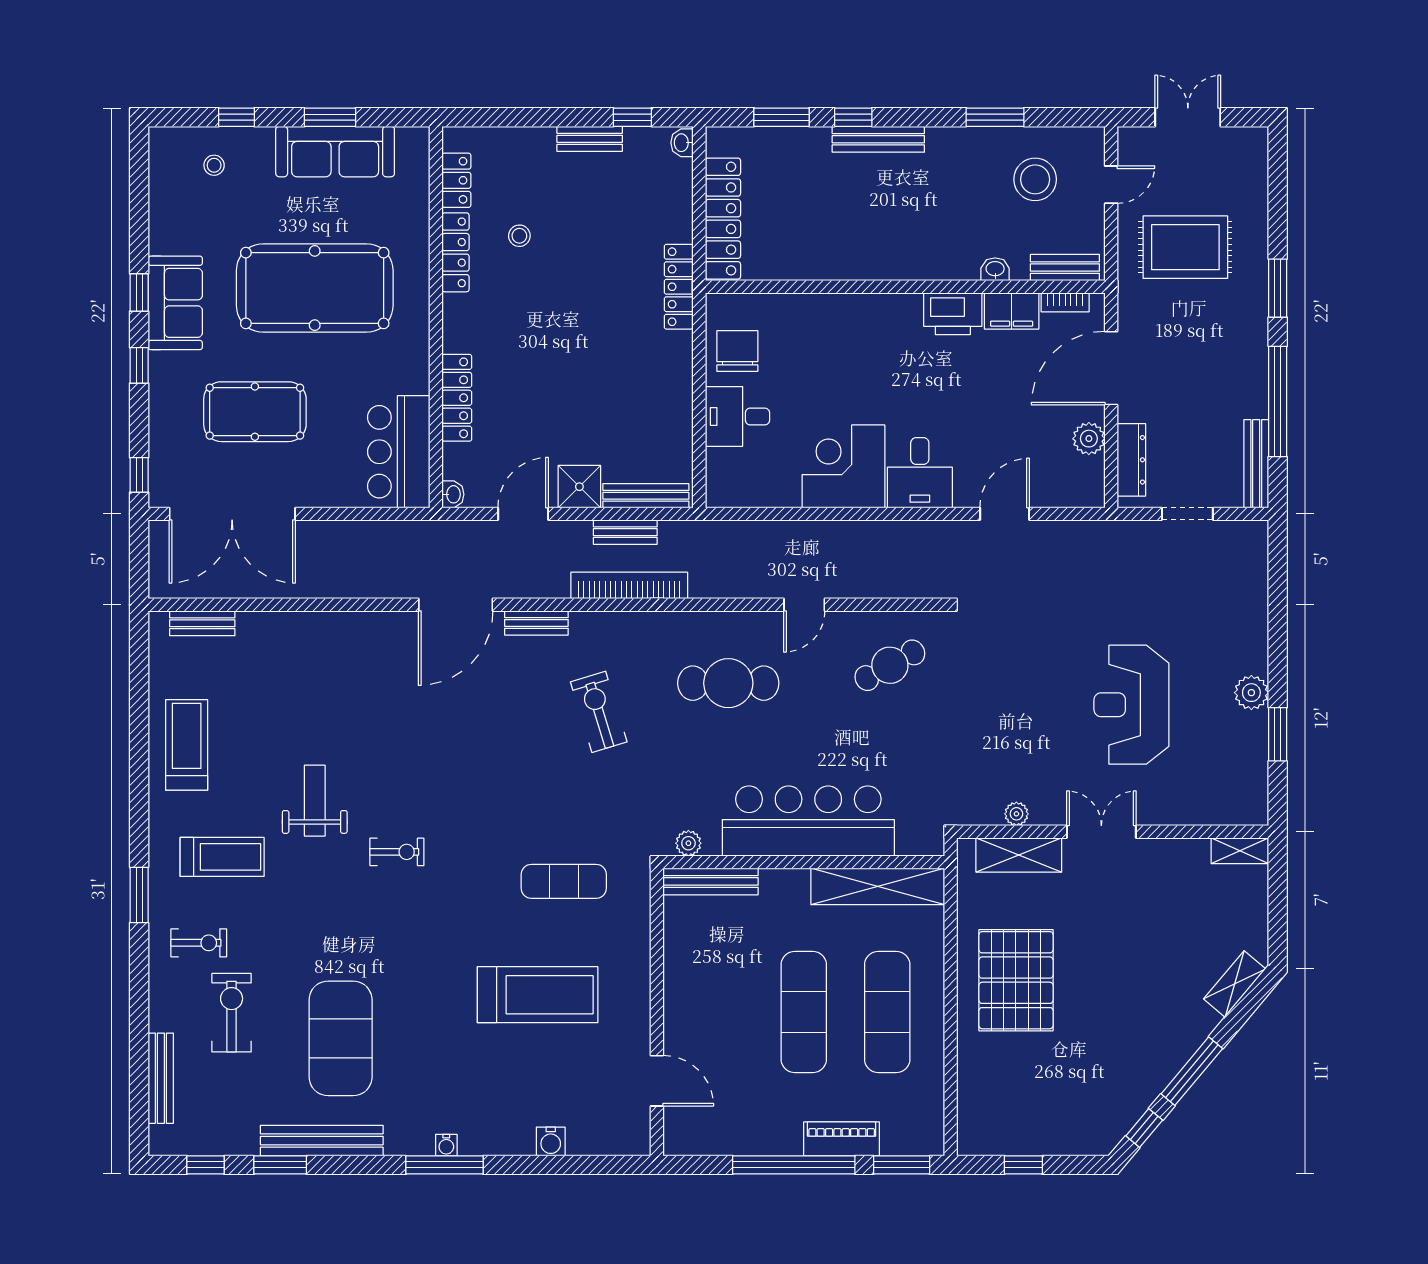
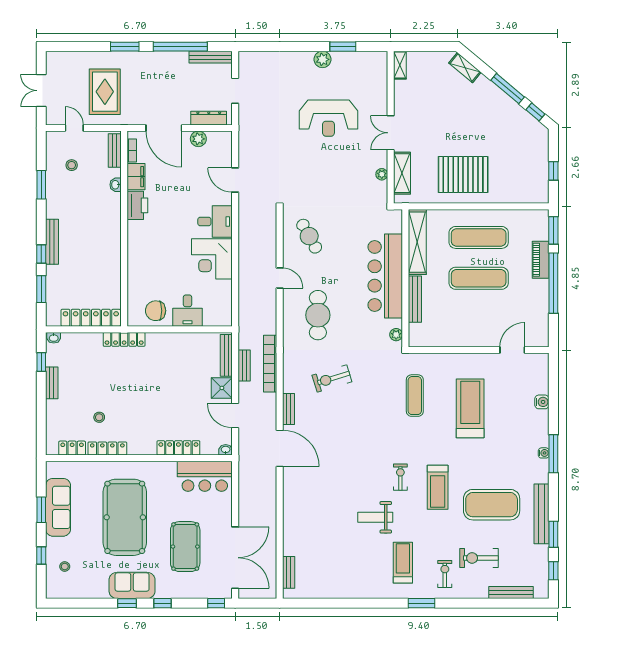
stool: (1035, 179) -> (72, 165), width x0.53, depth x0.53
treadmill: (187, 745) -> (438, 487), moved, turned -90
bench: (711, 881) -> (415, 299), moved

